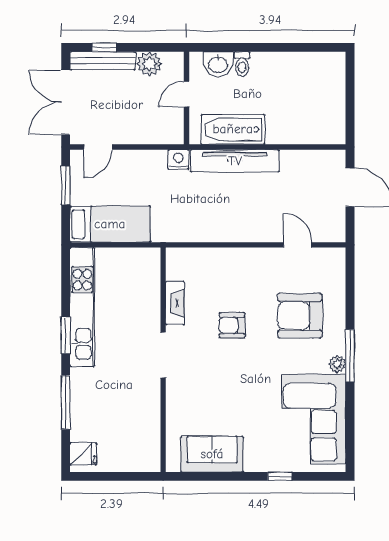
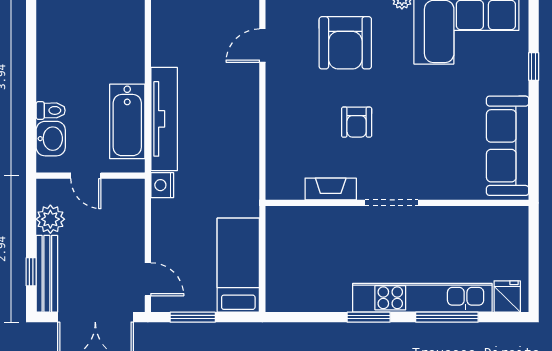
kitchen unit: (82, 307) -> (422, 298), moved
sofa: (212, 454) -> (508, 146), width x1.36

